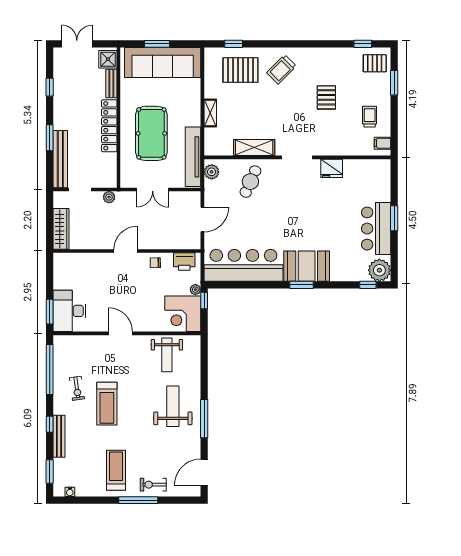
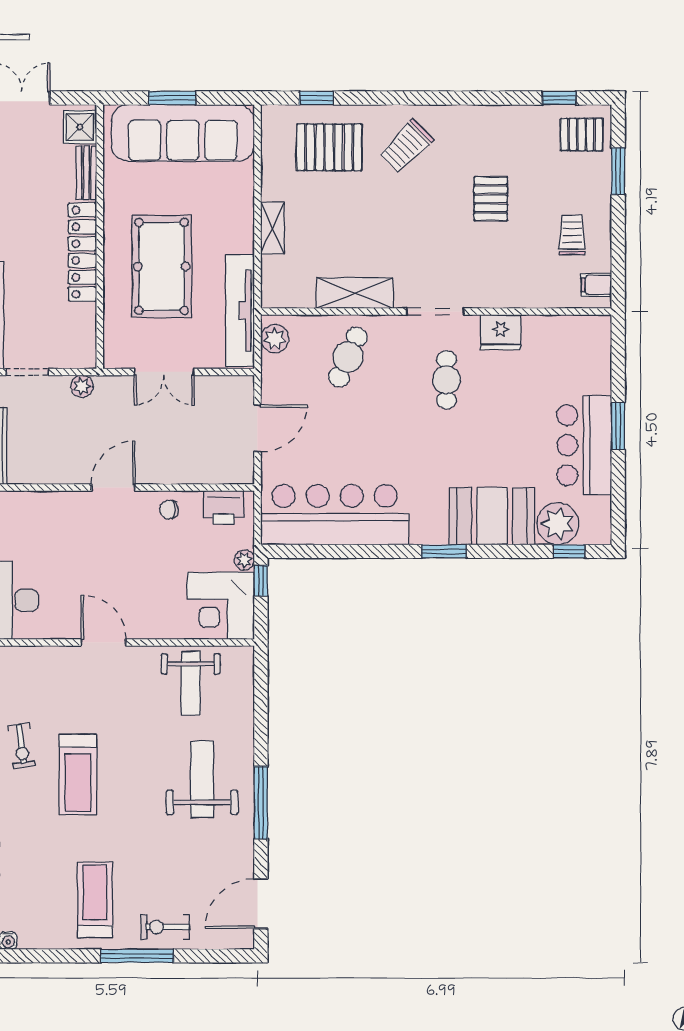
cafe table: (303, 194) -> (447, 380), added
booth: (307, 266) -> (492, 516), moved
plant: (379, 270) -> (558, 524), moved

